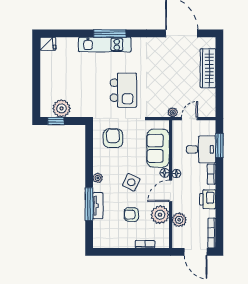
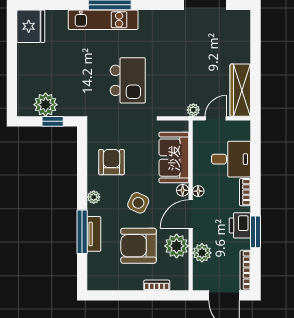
fridge: (48, 44) -> (31, 26), width x1.88, depth x1.34
wardrobe: (208, 68) -> (240, 90), moved
window: (56, 121) -> (53, 121), moved
armchair: (113, 138) -> (111, 162), moved
window: (219, 146) -> (256, 232), moved
armchair: (131, 215) -> (138, 246), width x1.88, depth x1.88

